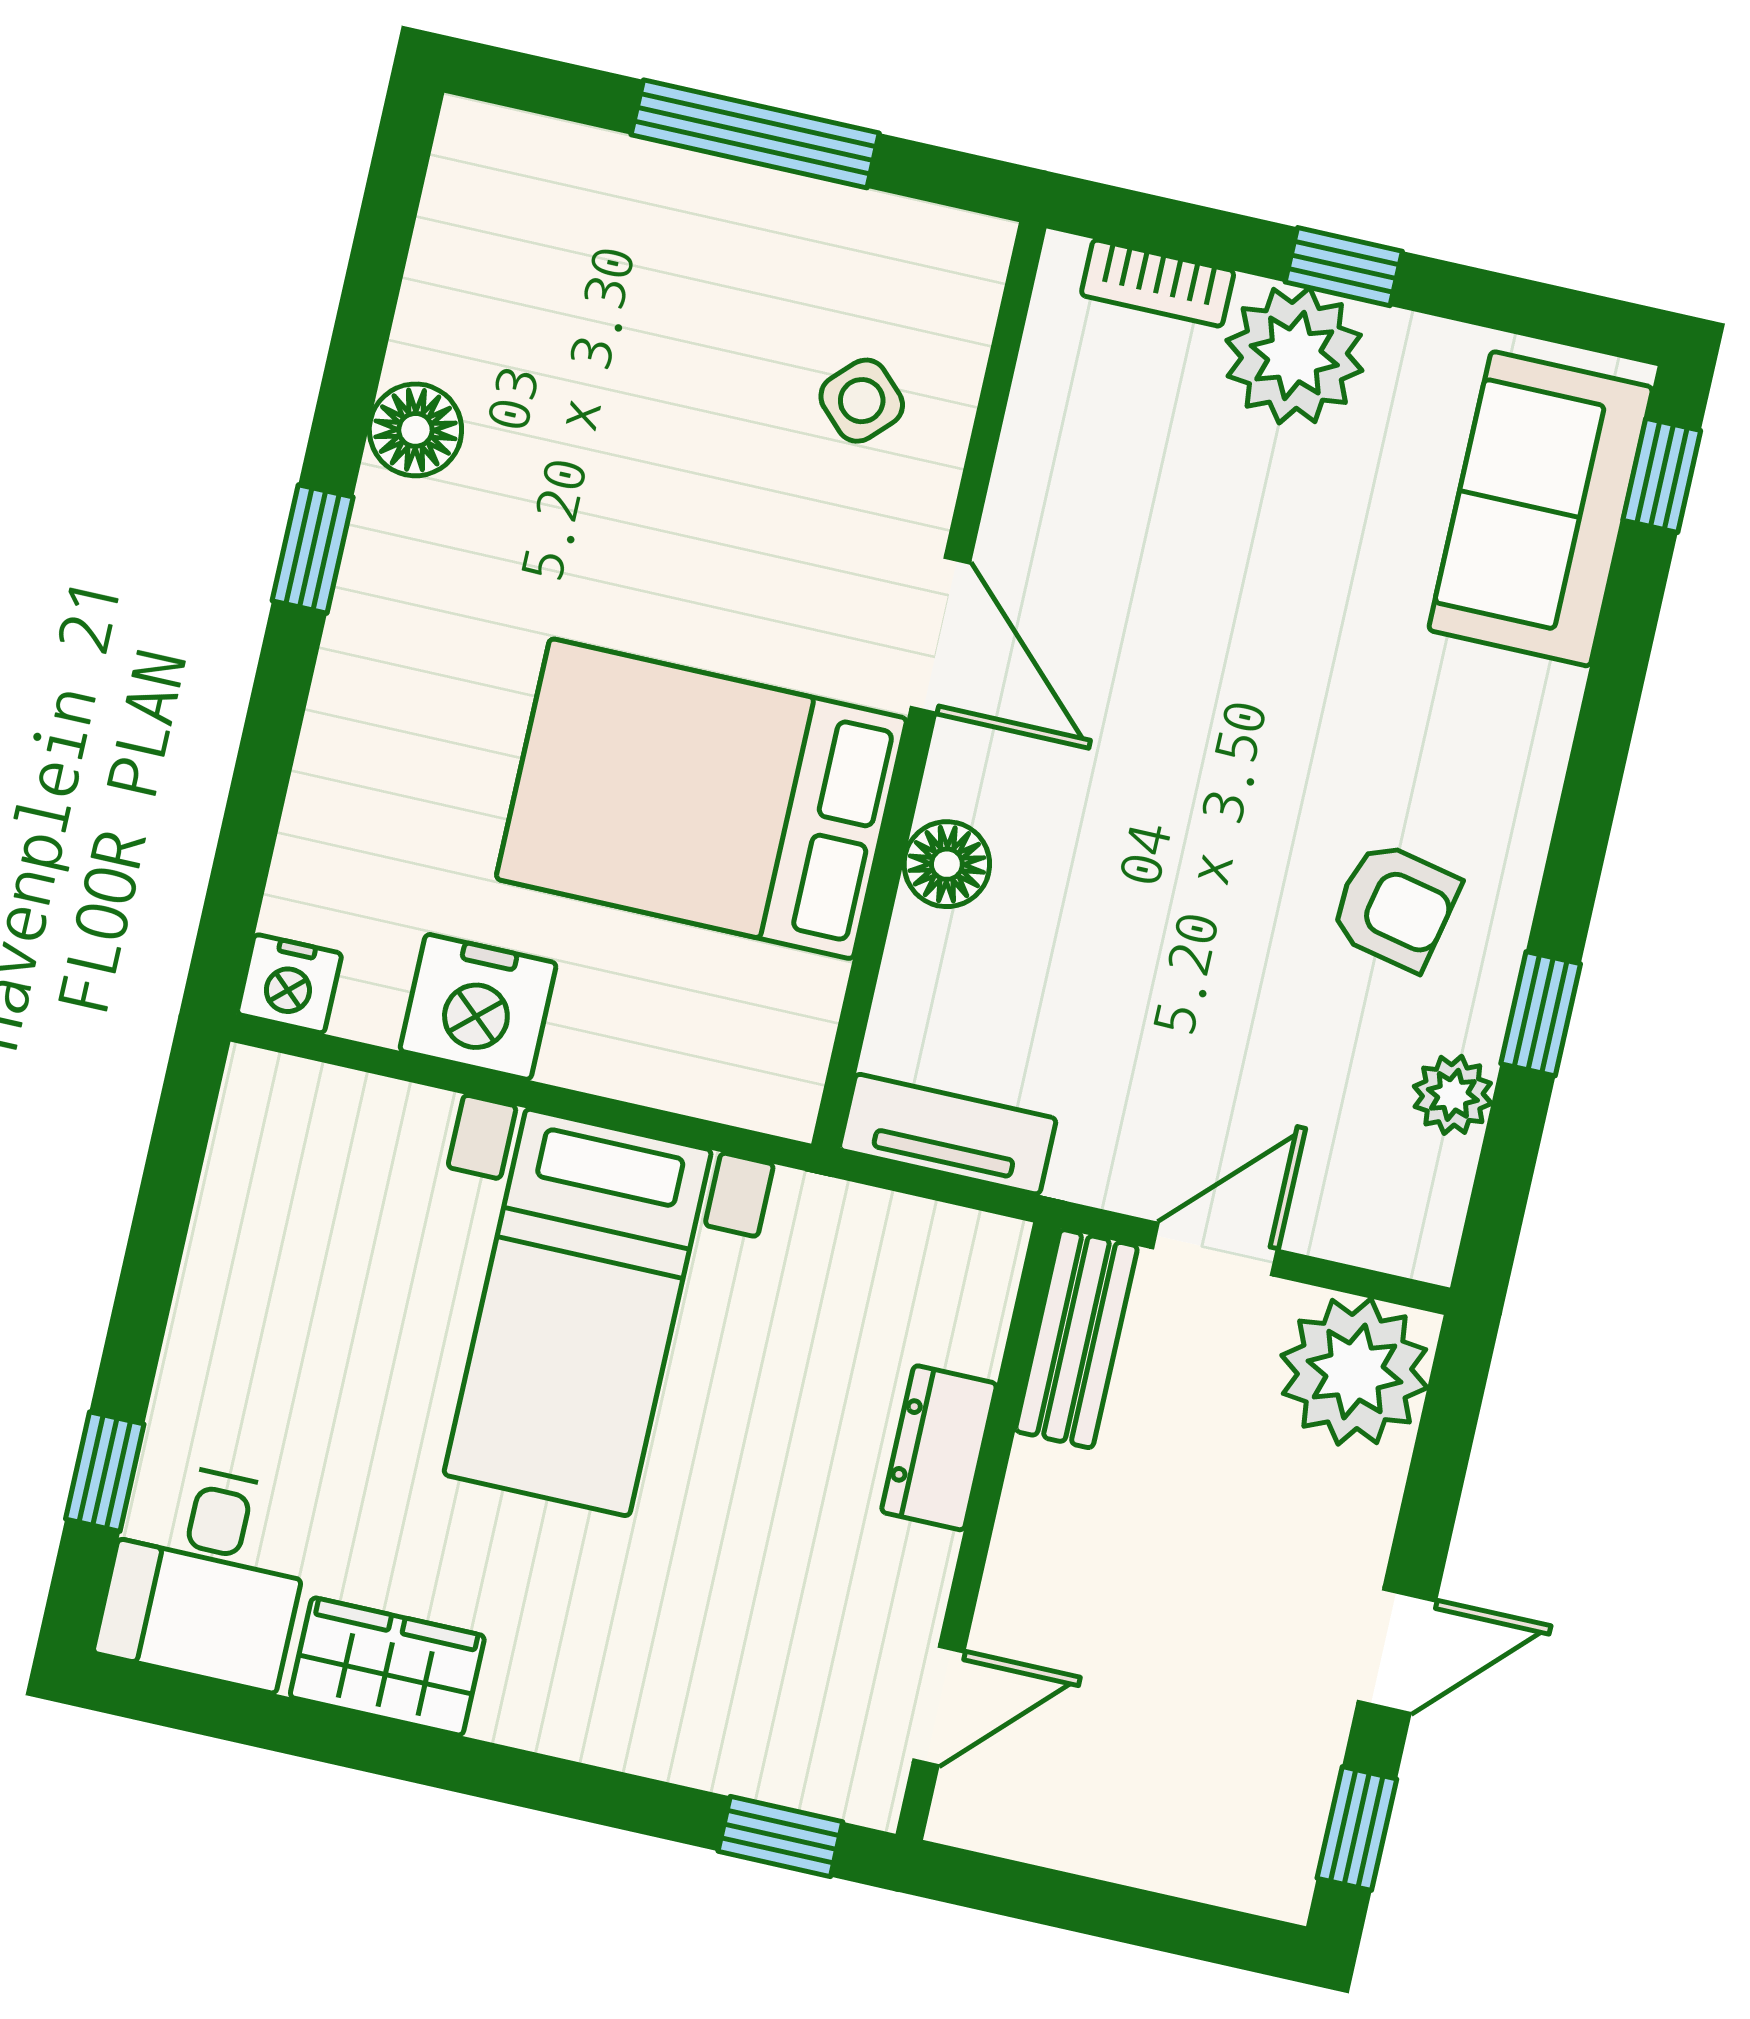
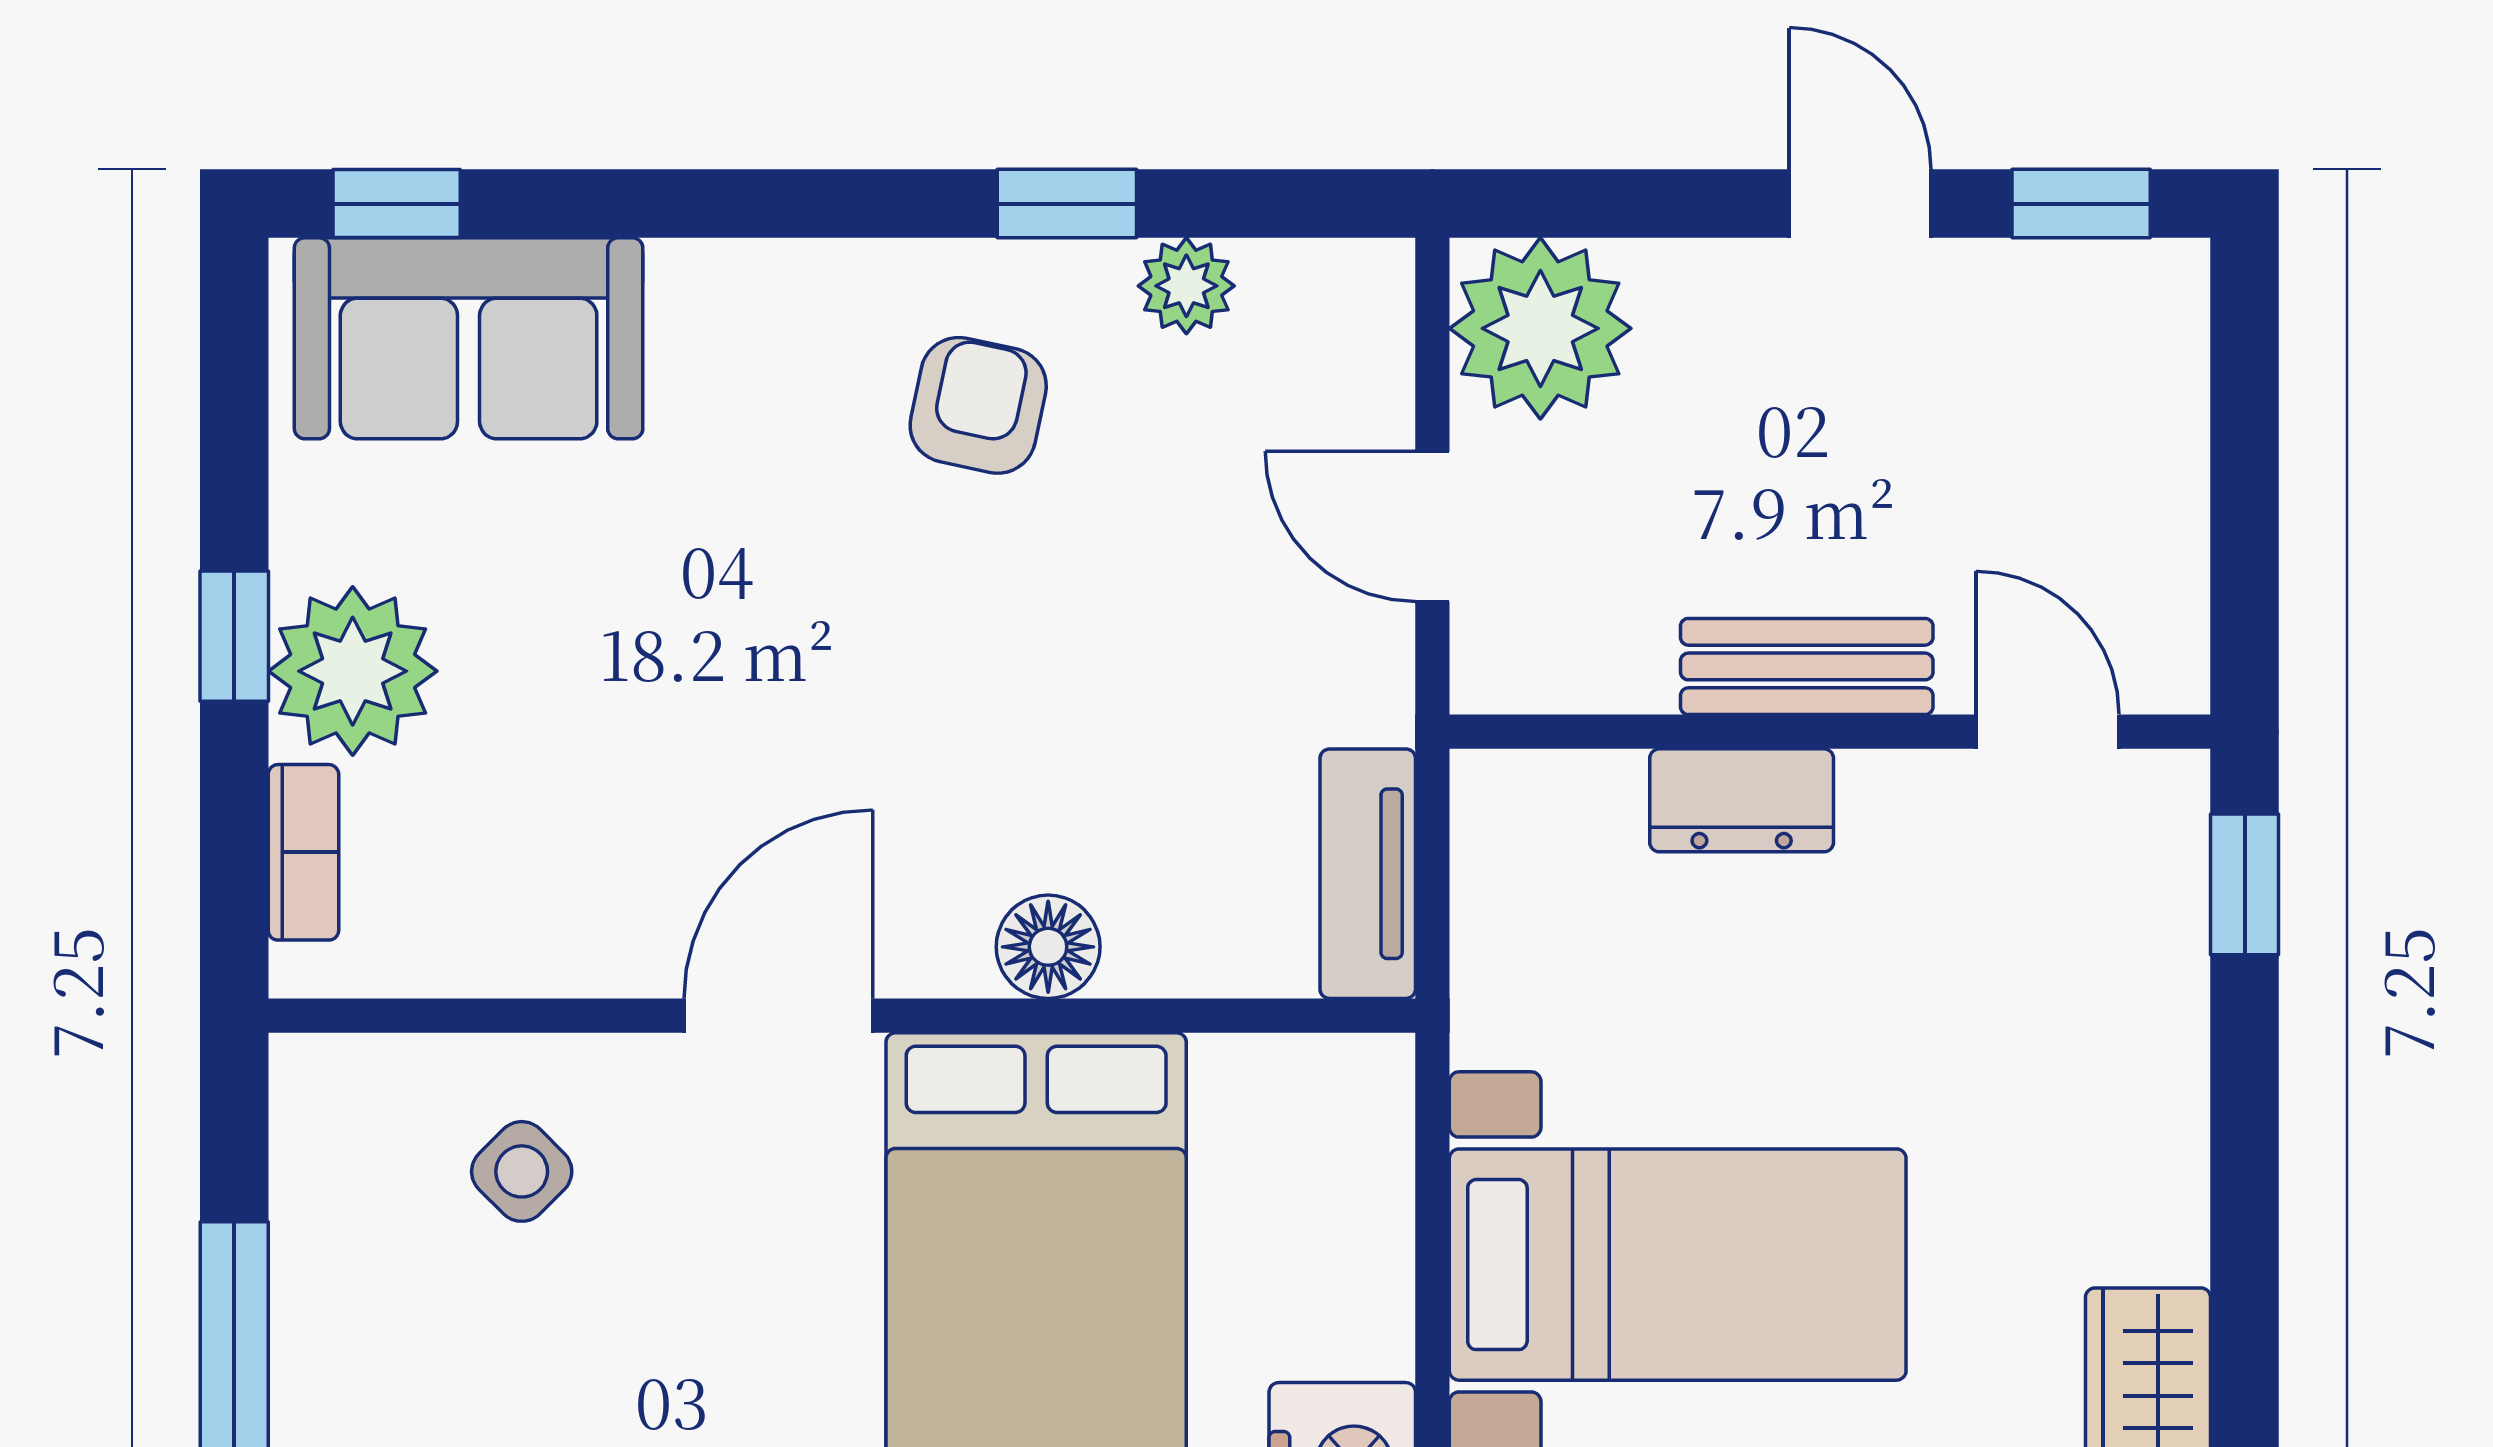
bench: (1077, 1339) -> (1807, 666), moved

